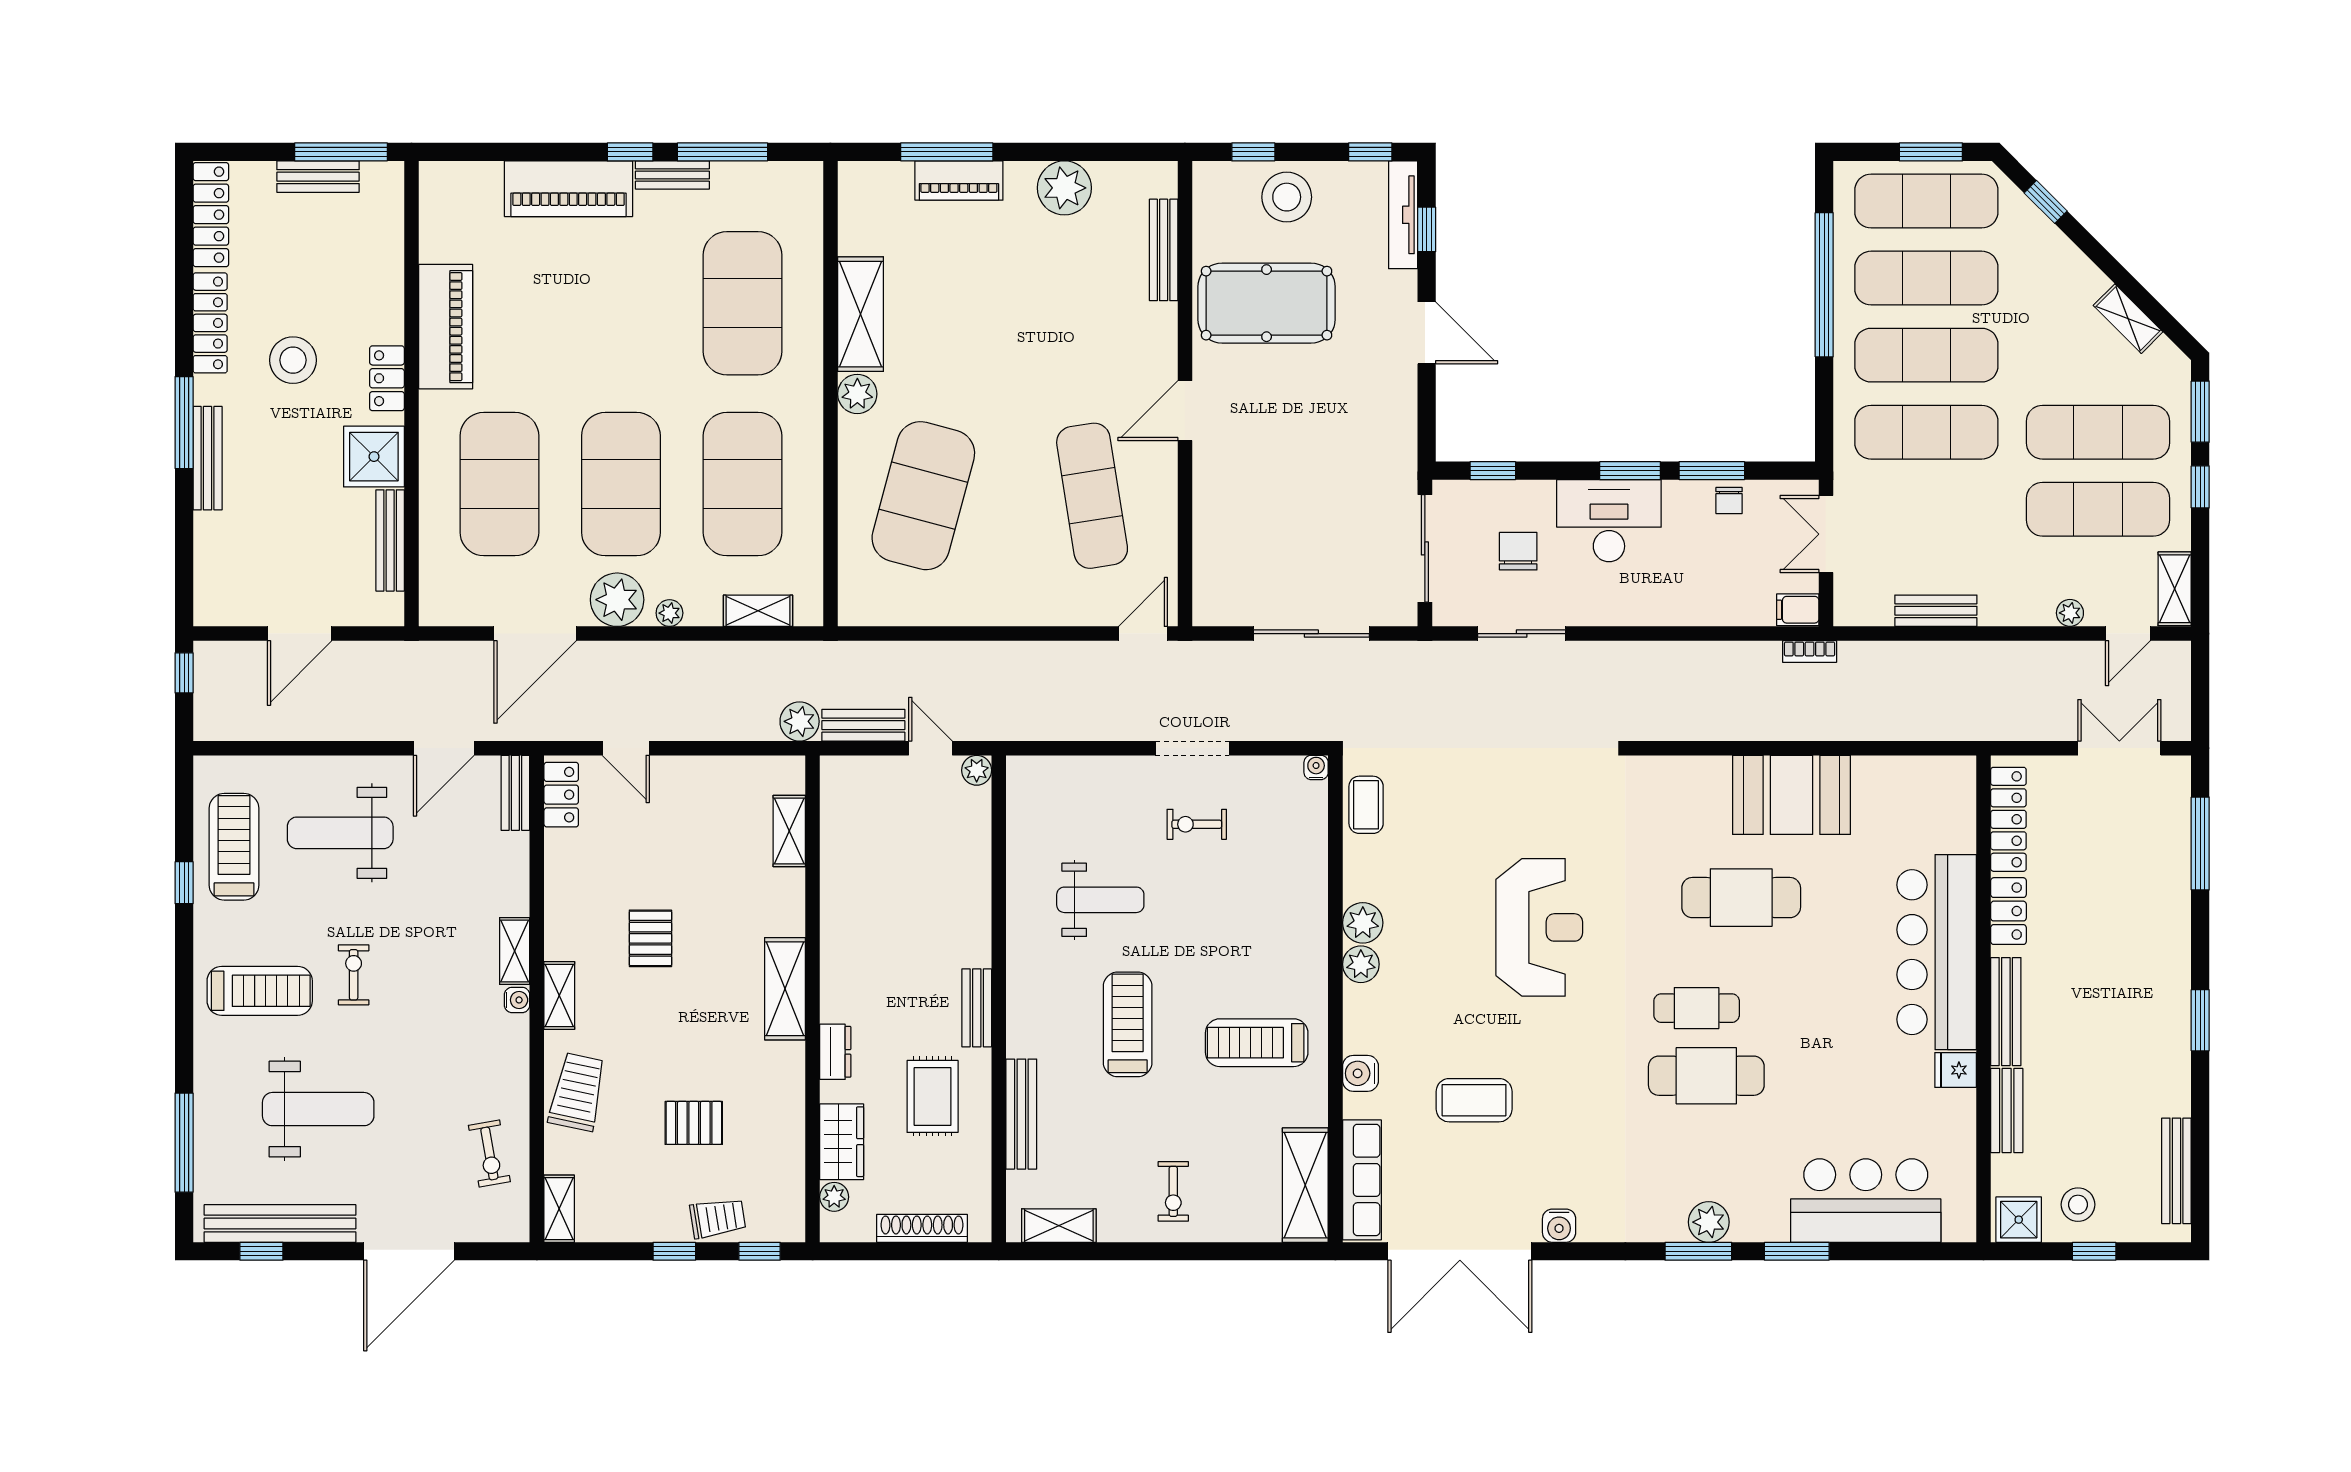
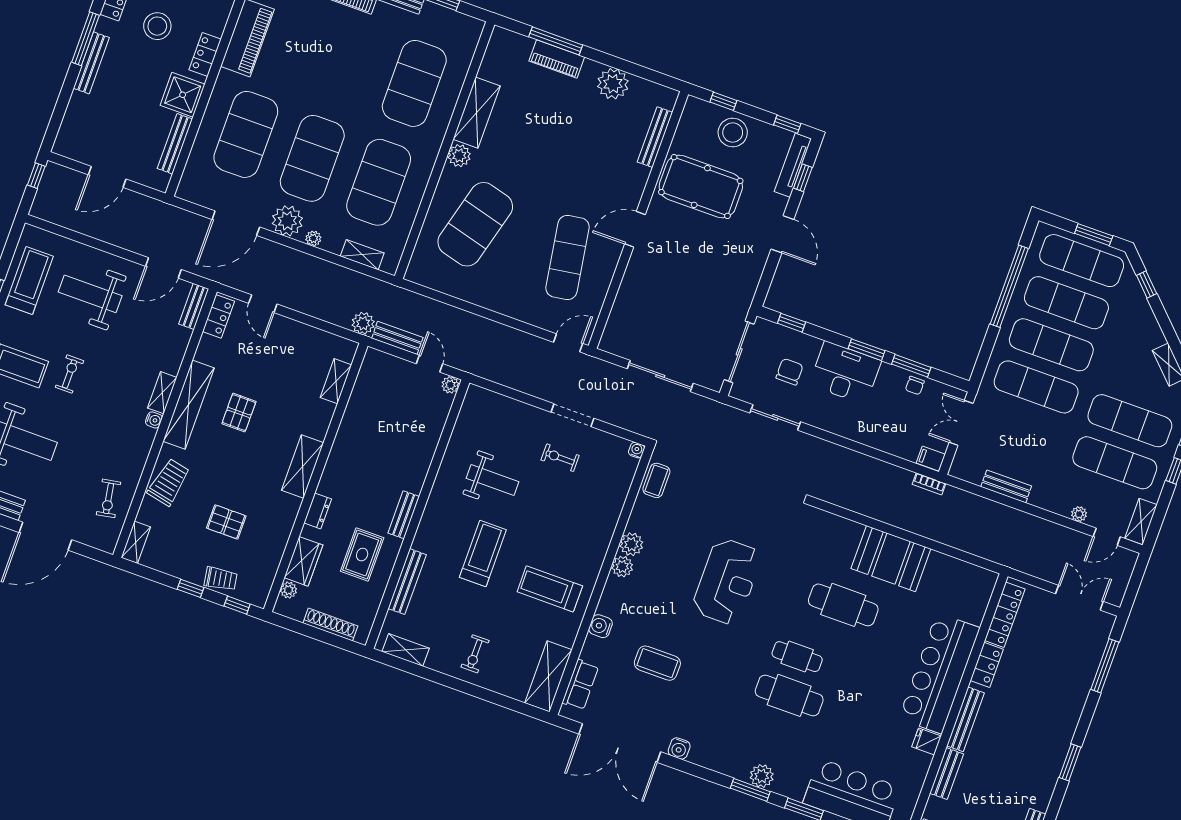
shelving: (559, 996) -> (189, 405), width x2.20, depth x1.33
row of seats: (1362, 1180) -> (580, 685), width x0.68

